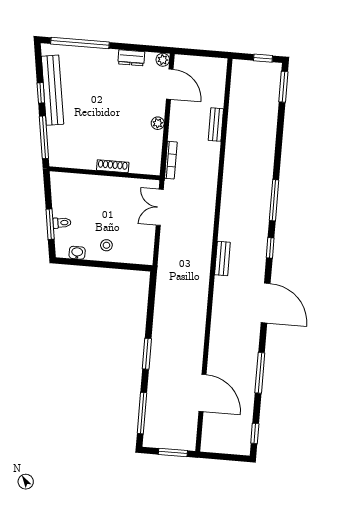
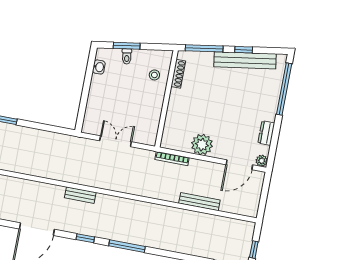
plant: (158, 123) -> (202, 145), width x1.88, depth x1.88
bench: (216, 125) -> (199, 202), width x1.36
shoe rack: (113, 166) -> (178, 74), moved
double door: (160, 207) -> (116, 141), moved
stool: (106, 245) -> (154, 75), moved

